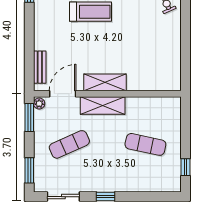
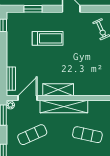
shelving: (103, 106) -> (64, 106), width x1.47

